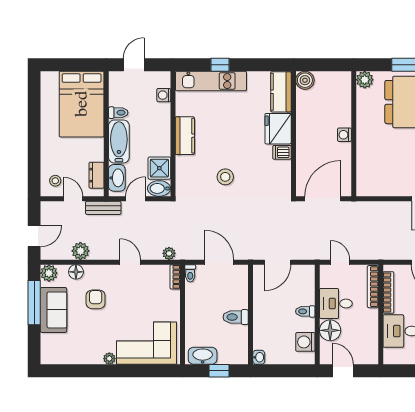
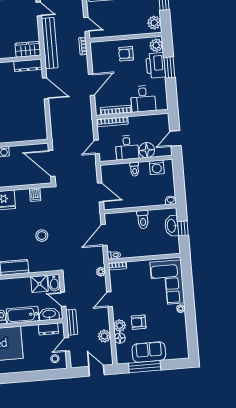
dishwasher: (282, 152) -> (35, 195), moved
plant: (49, 273) -> (120, 326), moved
washbasin: (203, 356) -> (172, 226), moved

